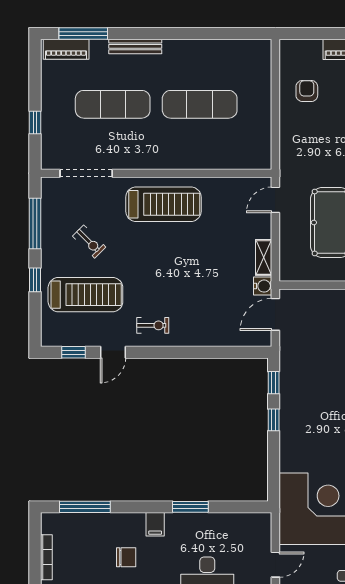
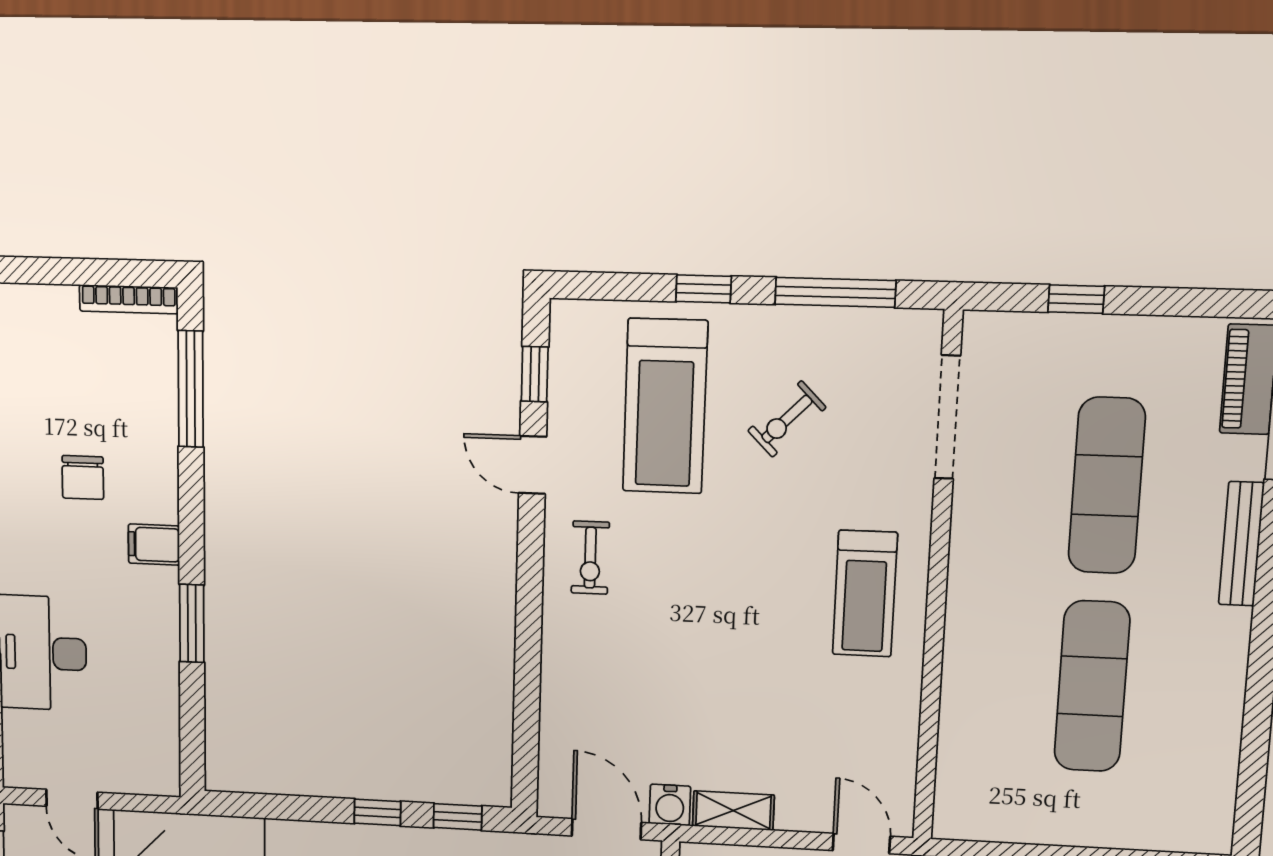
treadmill: (163, 204) -> (865, 594), width x0.73, depth x0.73
bookcase: (46, 557) -> (129, 299), moved

